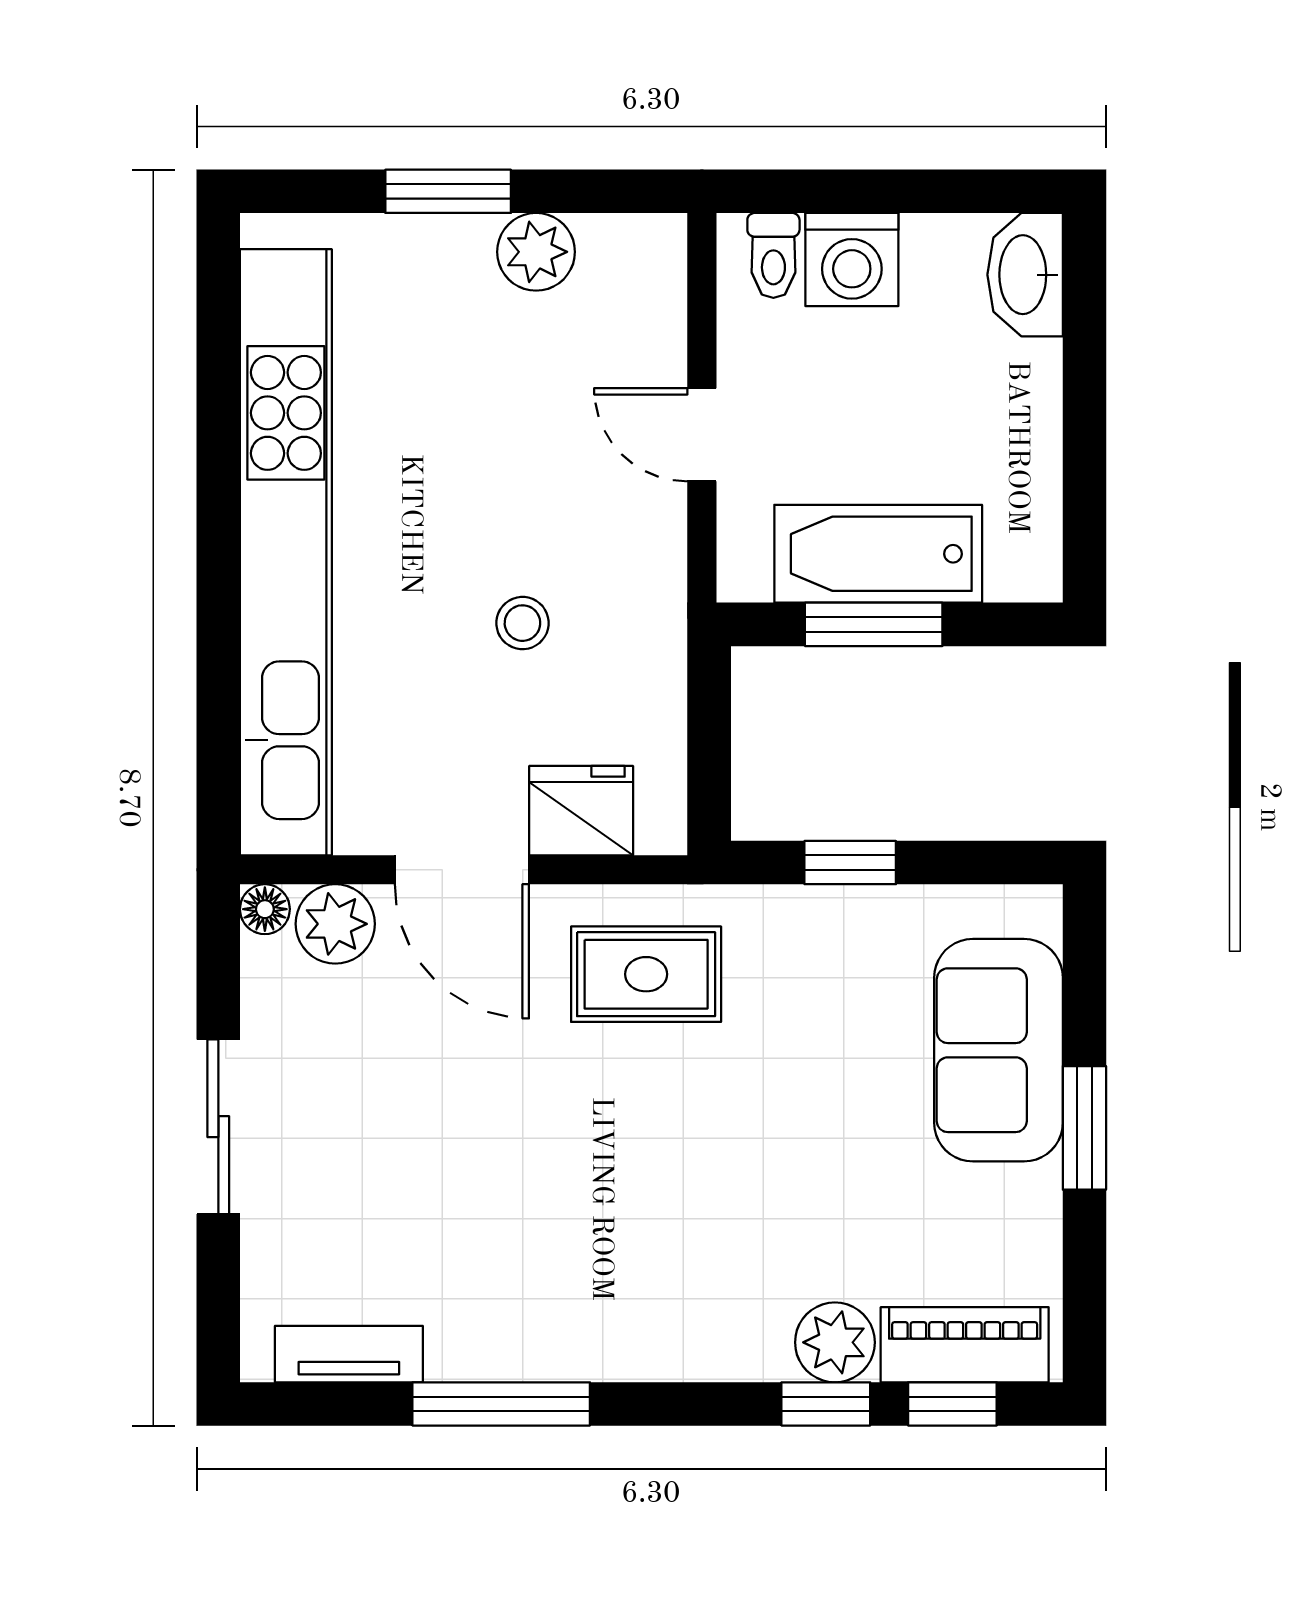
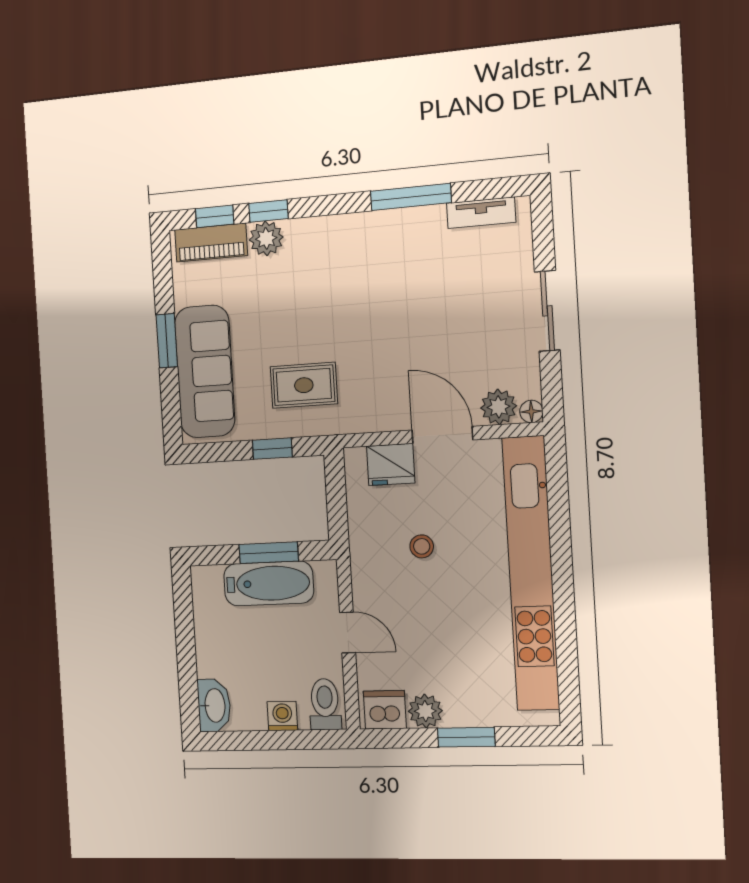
toilet: (773, 255) -> (325, 704), width x1.37, depth x1.39
dishwasher: (627, 257) -> (385, 710), added
washing machine: (852, 260) -> (282, 716), width x0.73, depth x0.73
rug: (646, 974) -> (304, 385), moved
sofa: (998, 1050) -> (205, 371), width x1.36

